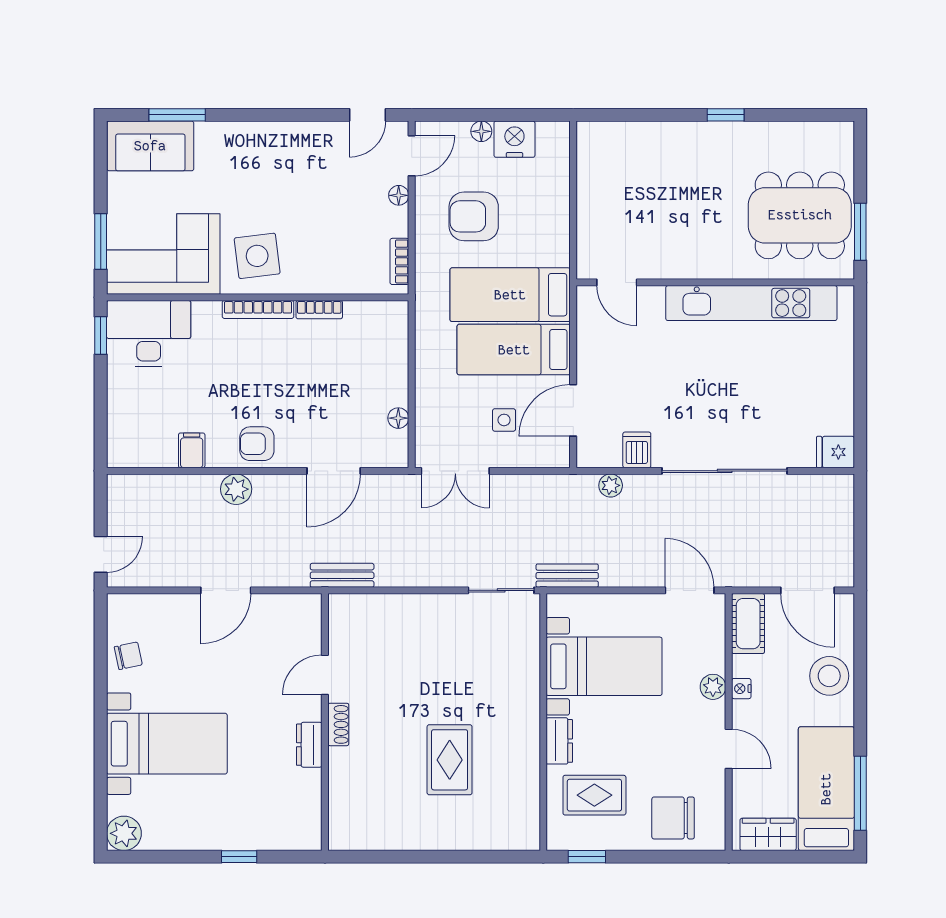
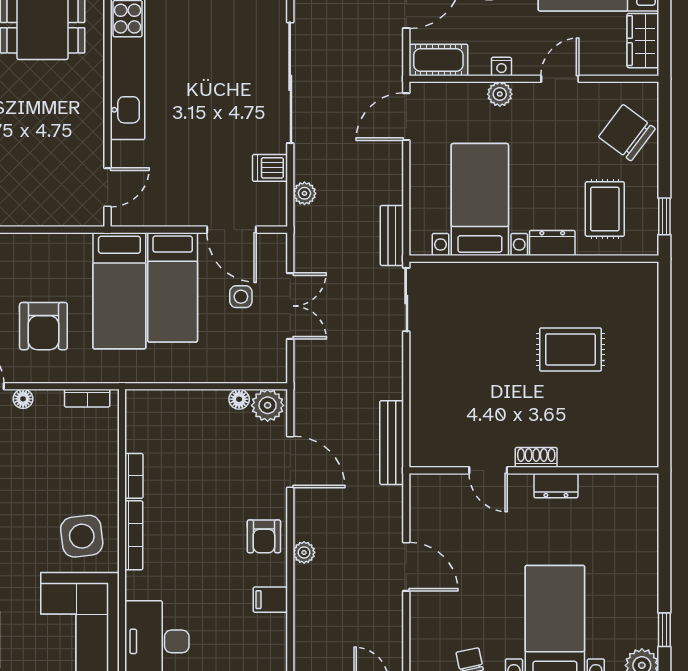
plant: (392, 447) -> (268, 405), added
double door: (455, 471) -> (290, 306), moved
plant: (236, 489) -> (304, 552), width x0.73, depth x0.73
bench: (342, 575) -> (392, 443), width x1.36
chair: (673, 818) -> (627, 133), turned 127
window: (239, 857) -> (664, 630), moved

